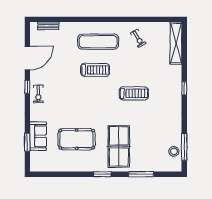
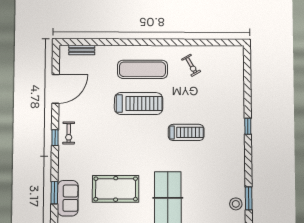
shelving: (176, 43) -> (237, 71), removed
treadmill: (95, 70) -> (139, 104), width x1.37, depth x1.38
window: (27, 87) -> (55, 138), moved
sofa: (38, 136) -> (68, 198), moved
window: (184, 147) -> (249, 198), width x0.69

